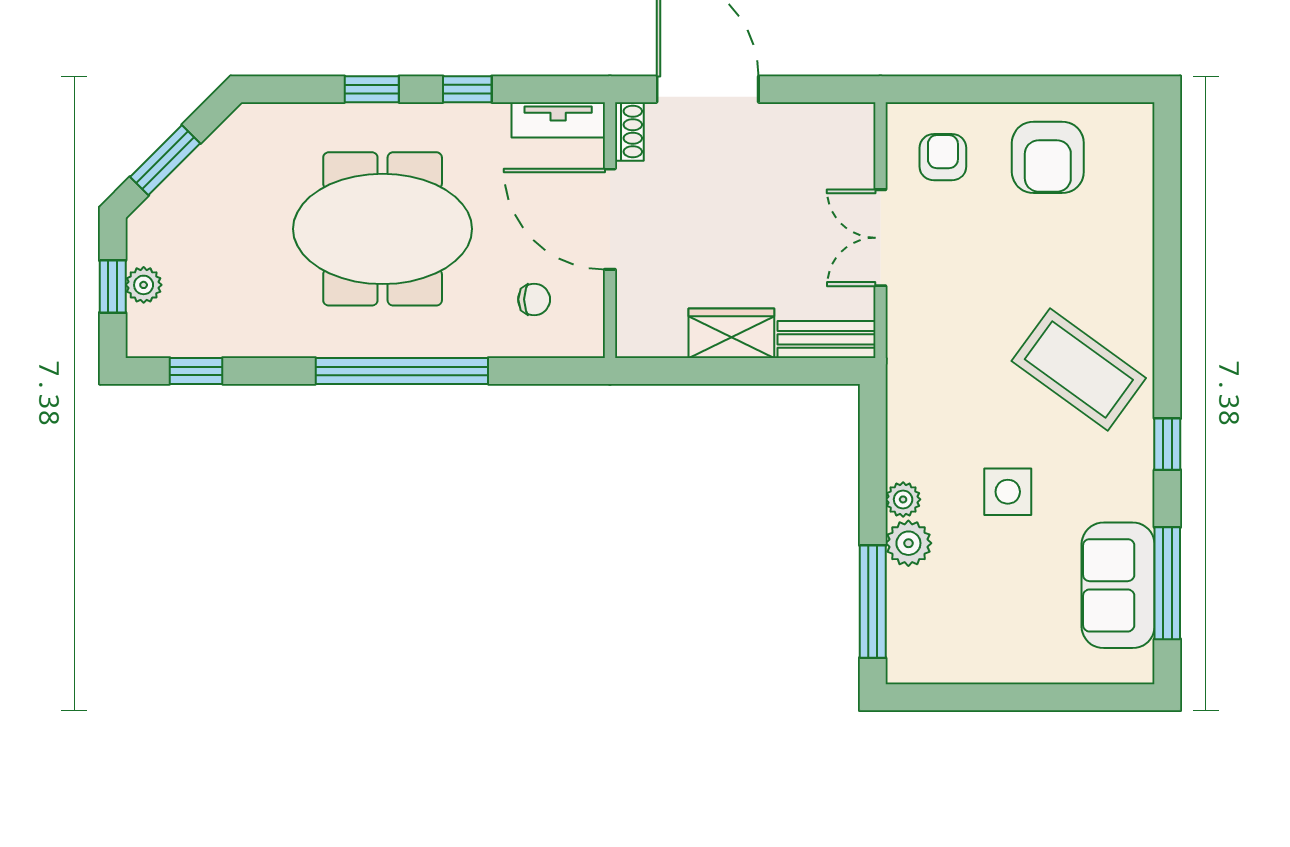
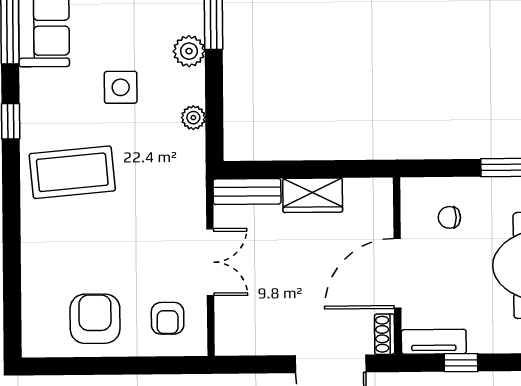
window: (467, 89) -> (461, 363), moved
door: (610, 219) -> (397, 273), swing flipped
coffee table: (1079, 369) -> (72, 172), turned -41
plant: (903, 499) -> (193, 118), moved

